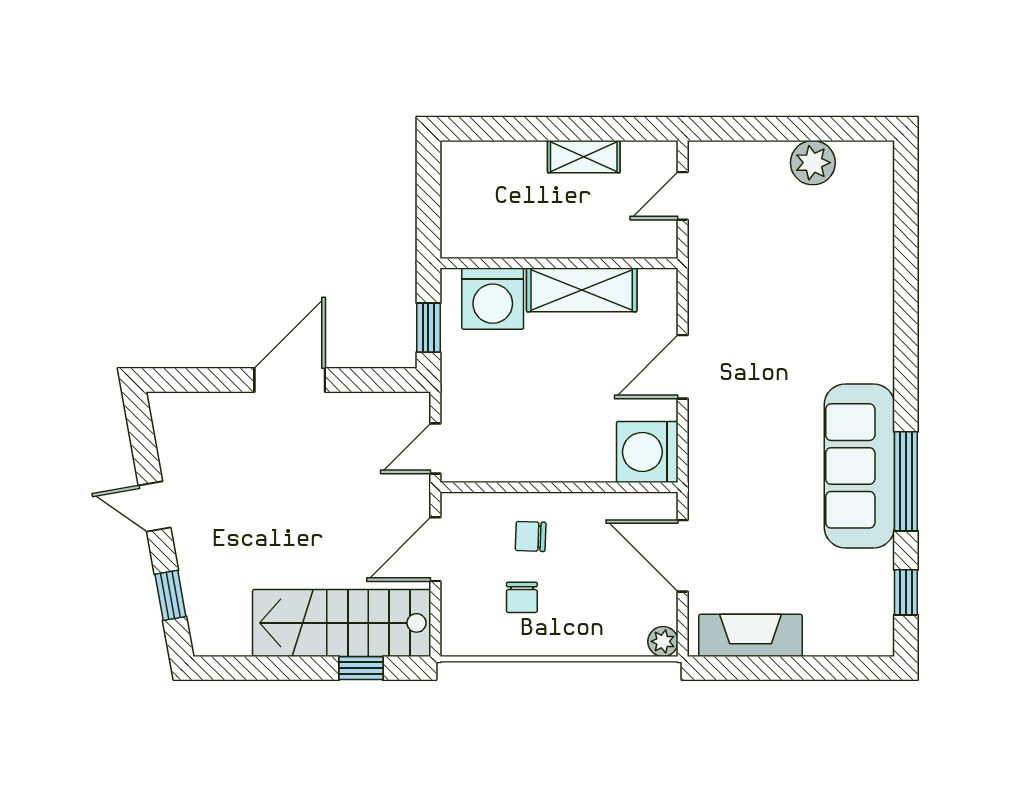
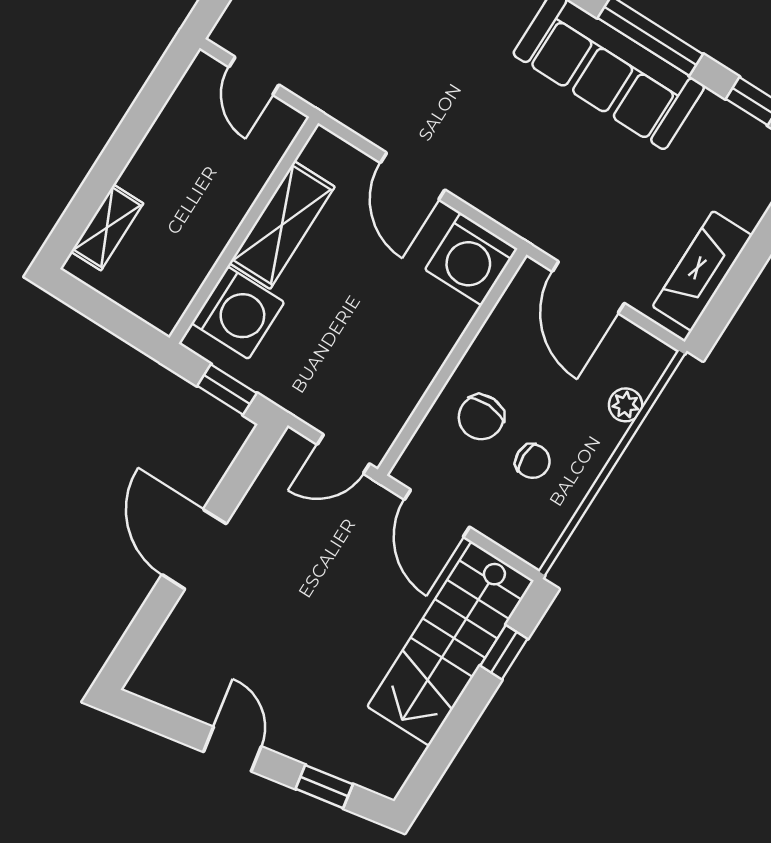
shelving: (584, 157) -> (107, 227), moved
door: (435, 448) -> (343, 454), hinge flipped
door: (155, 506) -> (232, 749), swing flipped
chair: (531, 536) -> (481, 417), width x1.37, depth x1.37
door: (683, 556) -> (588, 287), hinge flipped
plant: (663, 641) -> (626, 405), moved

